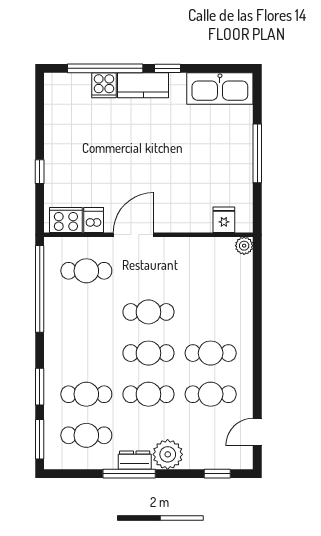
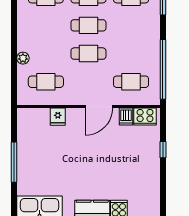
fridge: (224, 220) -> (58, 117), moved
plant: (244, 246) -> (23, 58), moved
cafe table: (211, 353) -> (46, 82), moved

